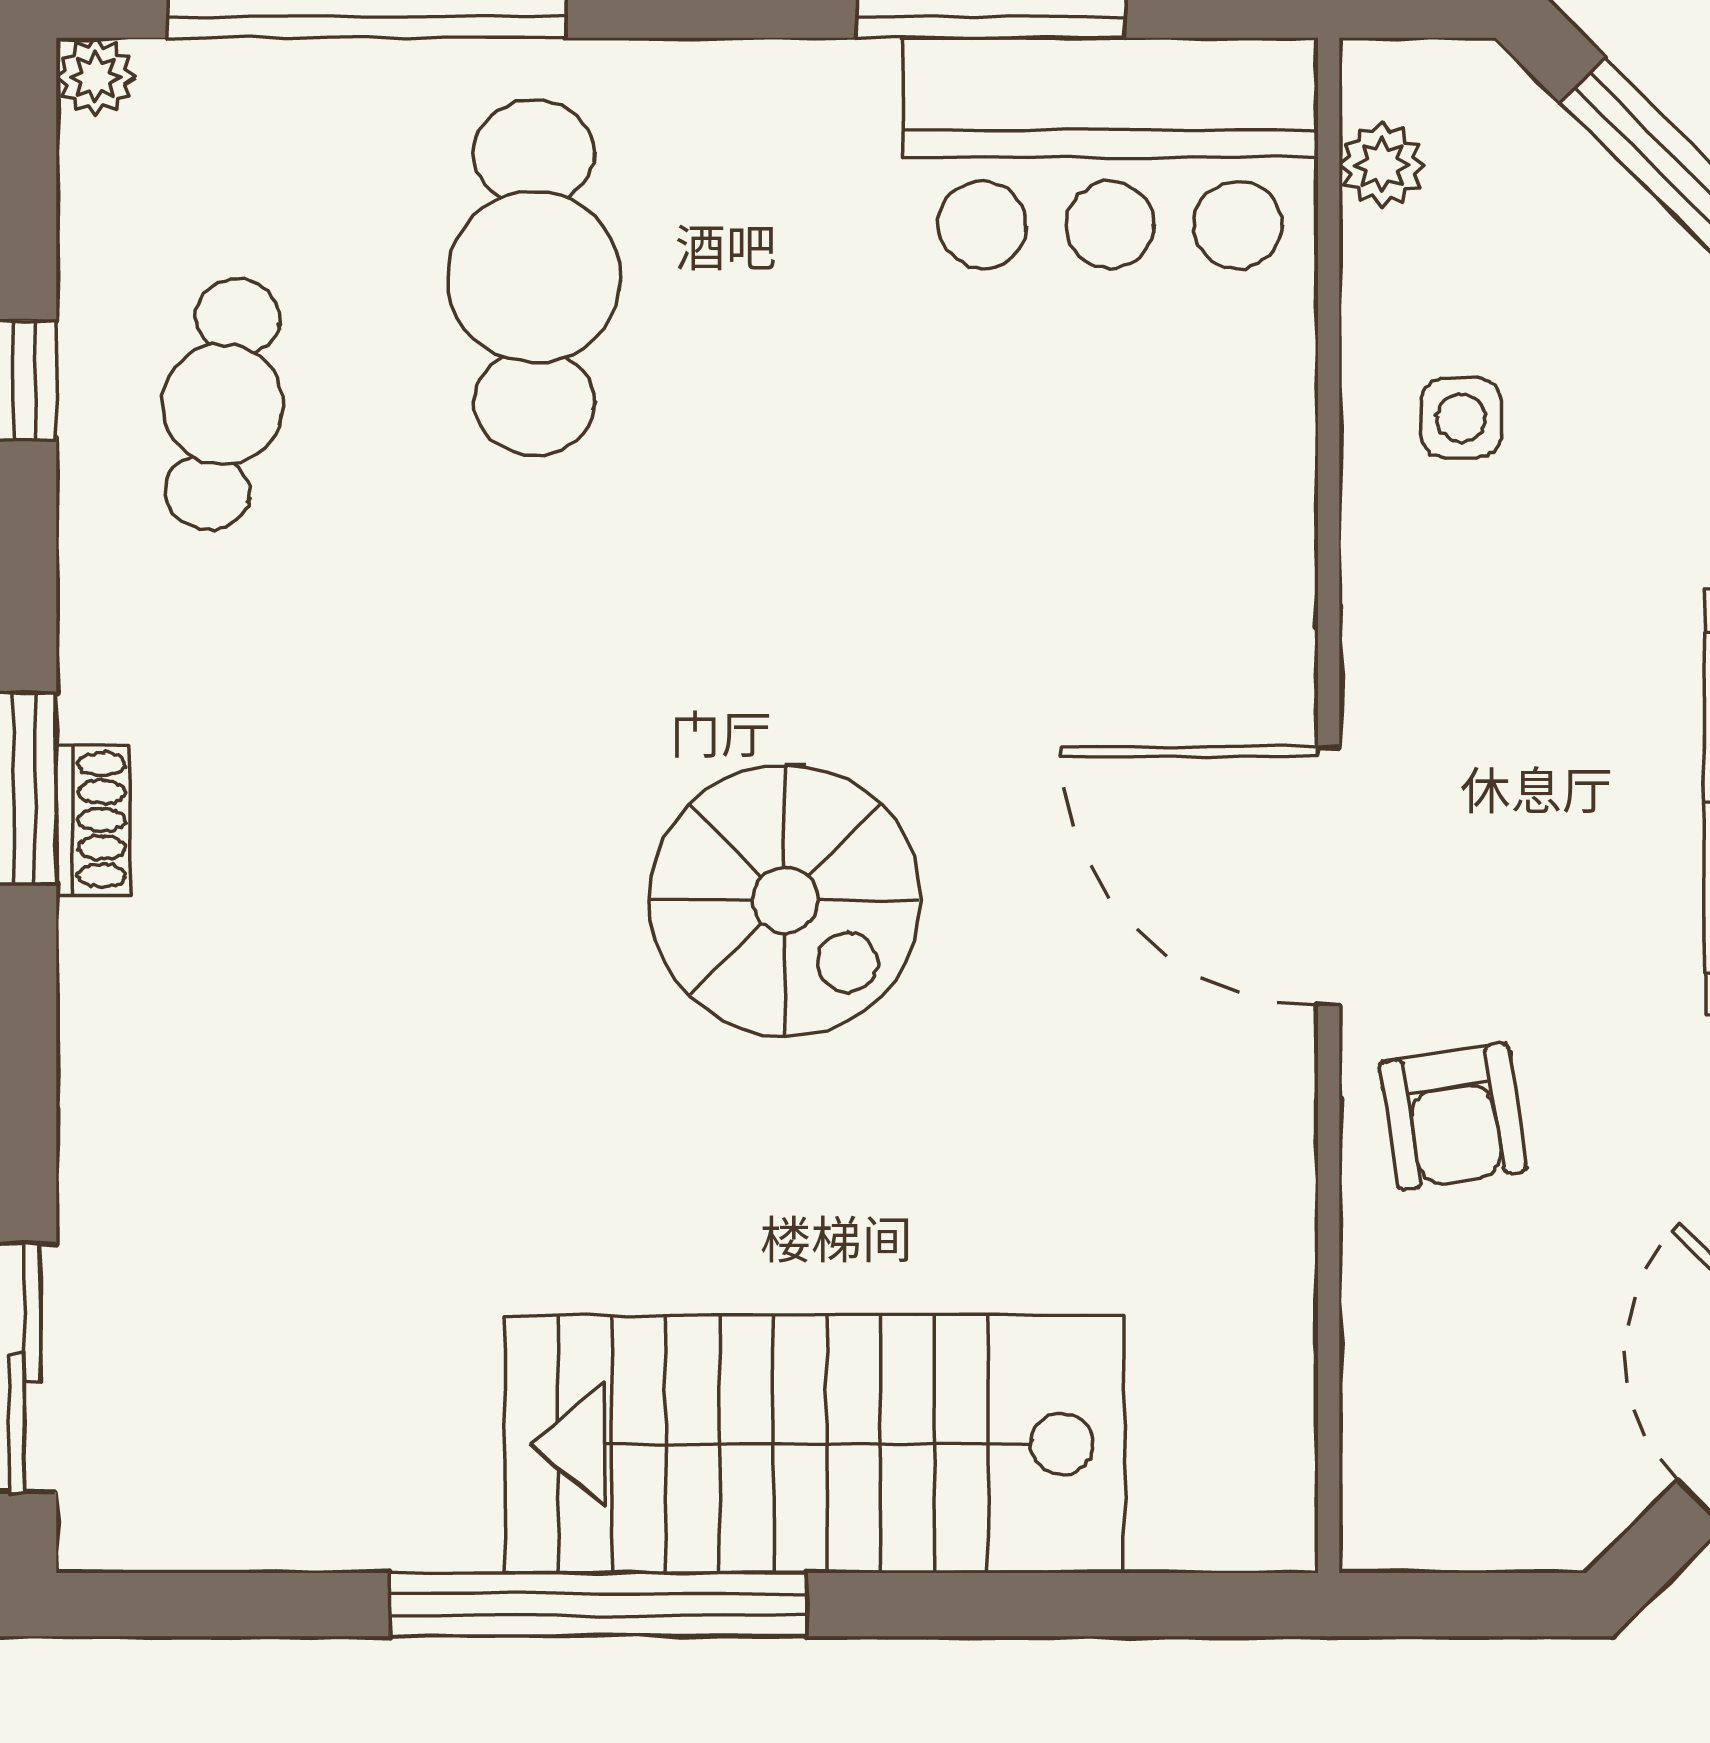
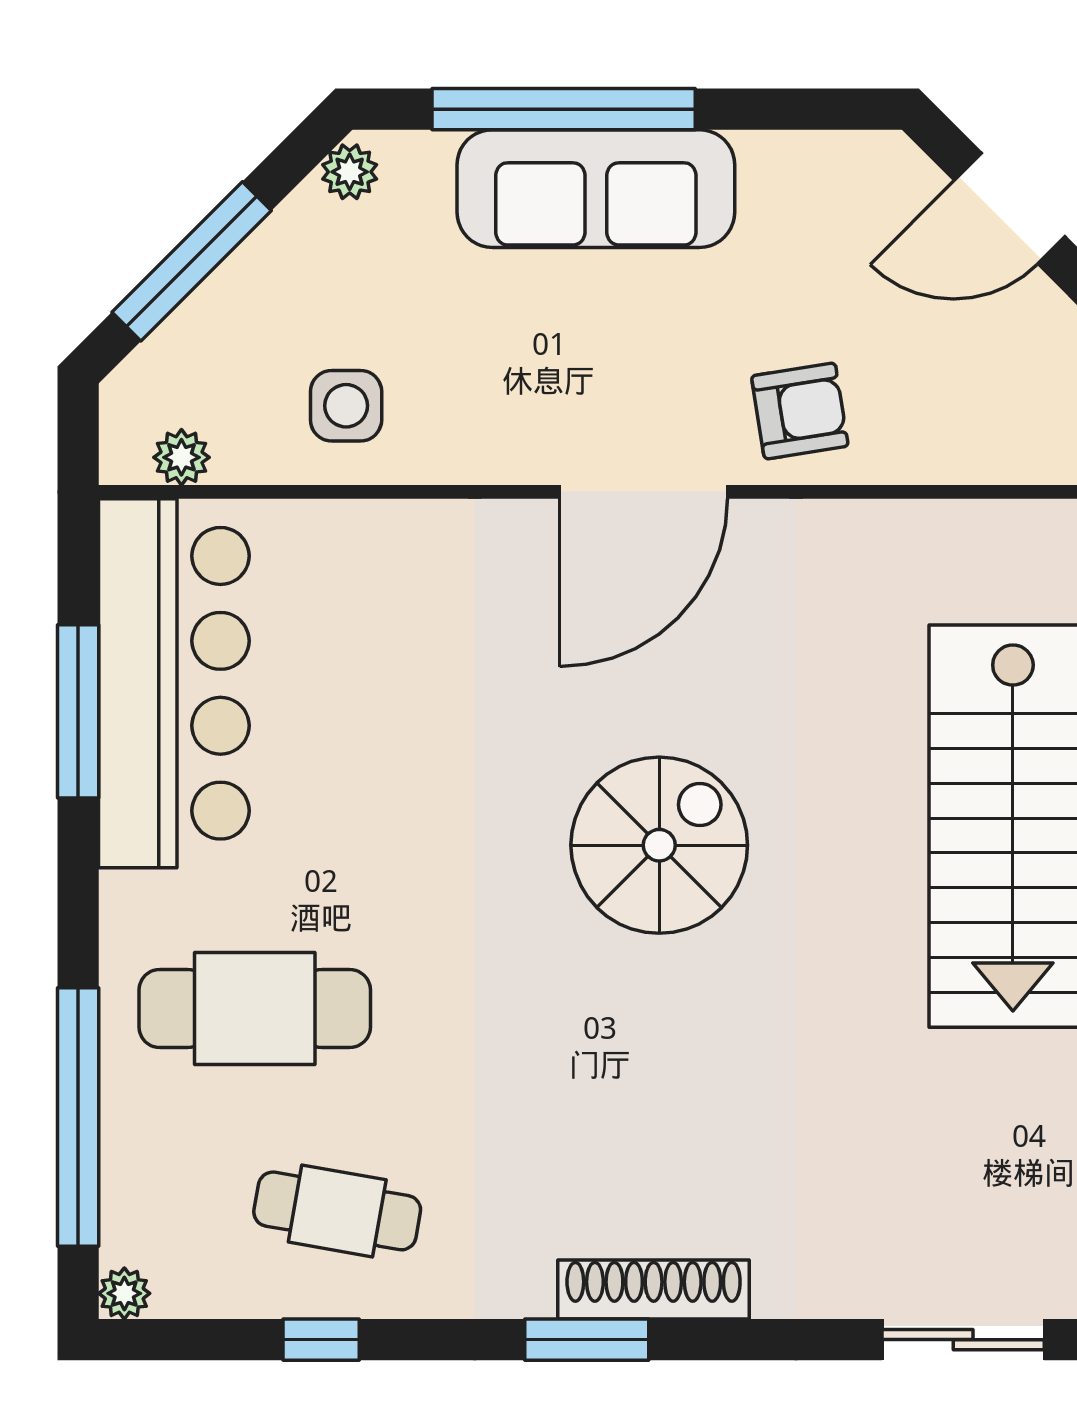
bar counter: (1110, 153) -> (174, 683), width x1.36
side table: (1461, 418) -> (346, 406), width x1.37, depth x1.37
shoe rack: (93, 820) -> (654, 1290), width x1.94, depth x1.24

